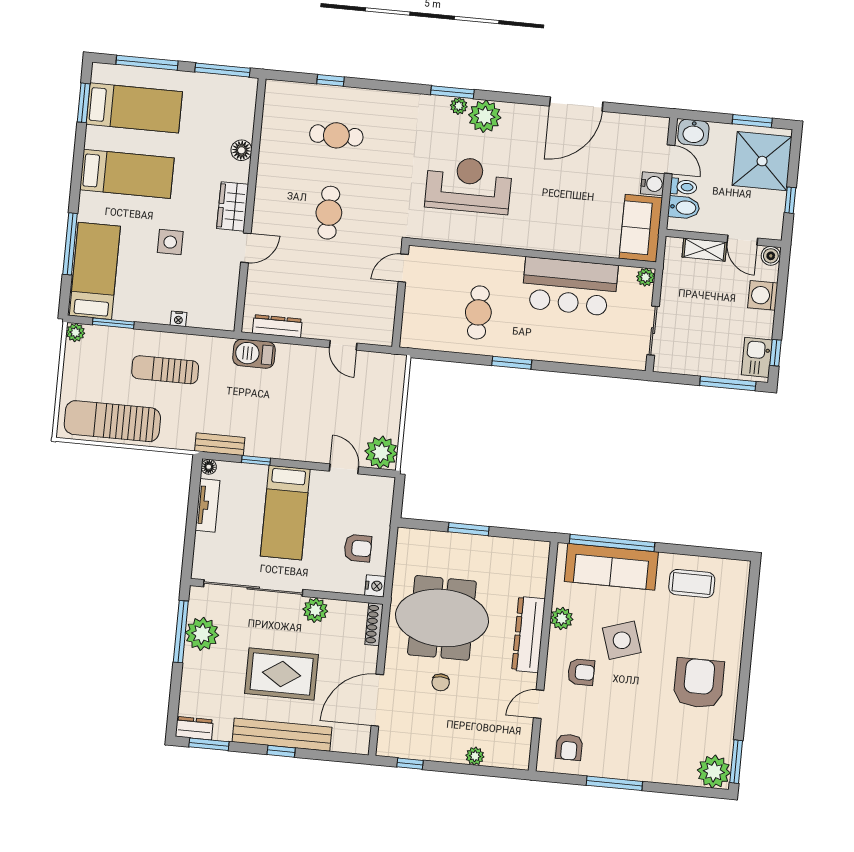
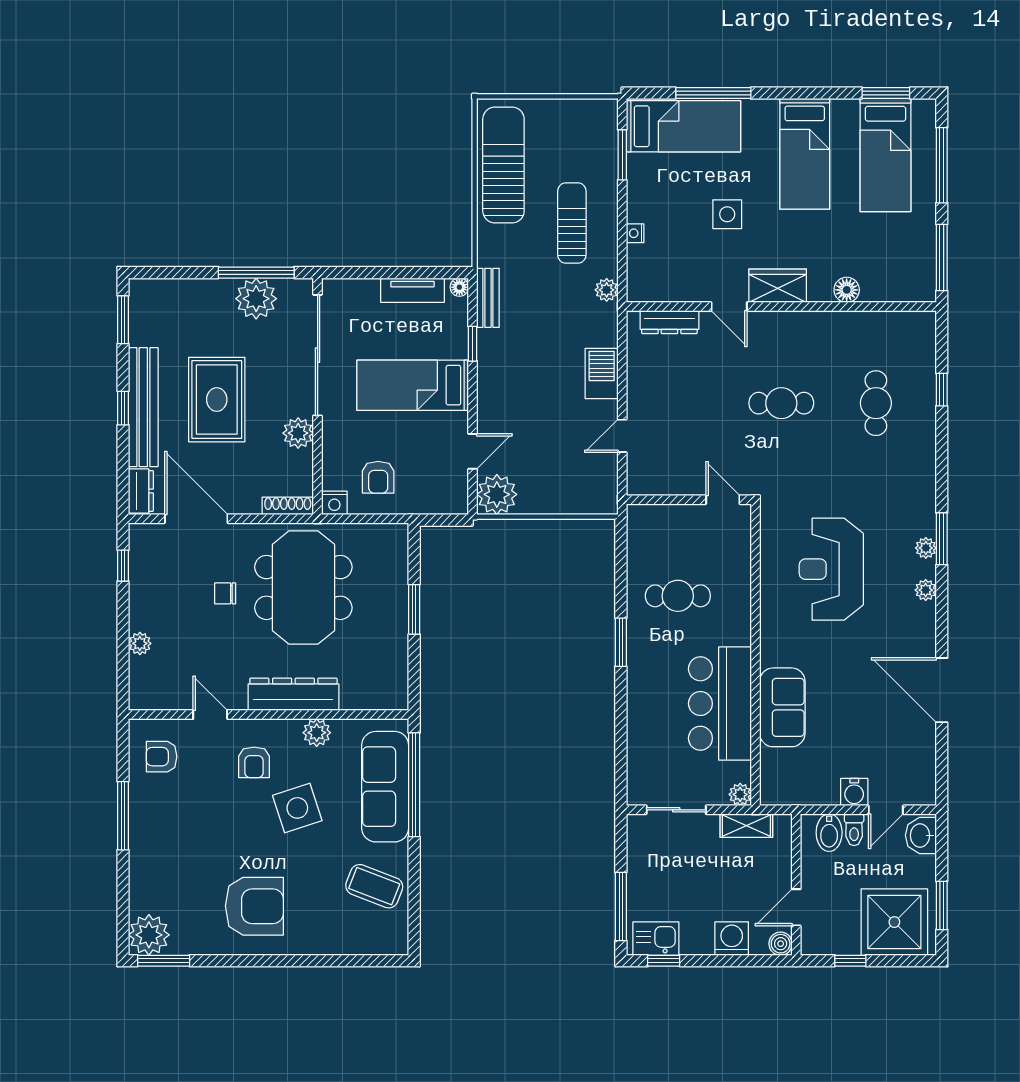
plant: (485, 116) -> (926, 590), width x0.53, depth x0.53
reception desk: (469, 185) -> (831, 569), turned 180
sofa: (641, 228) -> (782, 707), moved, turned 90
shelving: (704, 250) -> (746, 826), moved, turned 90
dresser: (277, 326) -> (669, 322), moved, turned 90
plant: (76, 332) -> (607, 290), moved
barbecue: (254, 354) -> (602, 374), moved
coffee table: (692, 584) -> (374, 886), turned -69
dresser: (194, 728) -> (141, 491), moved

